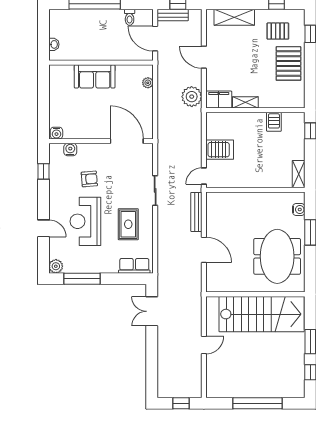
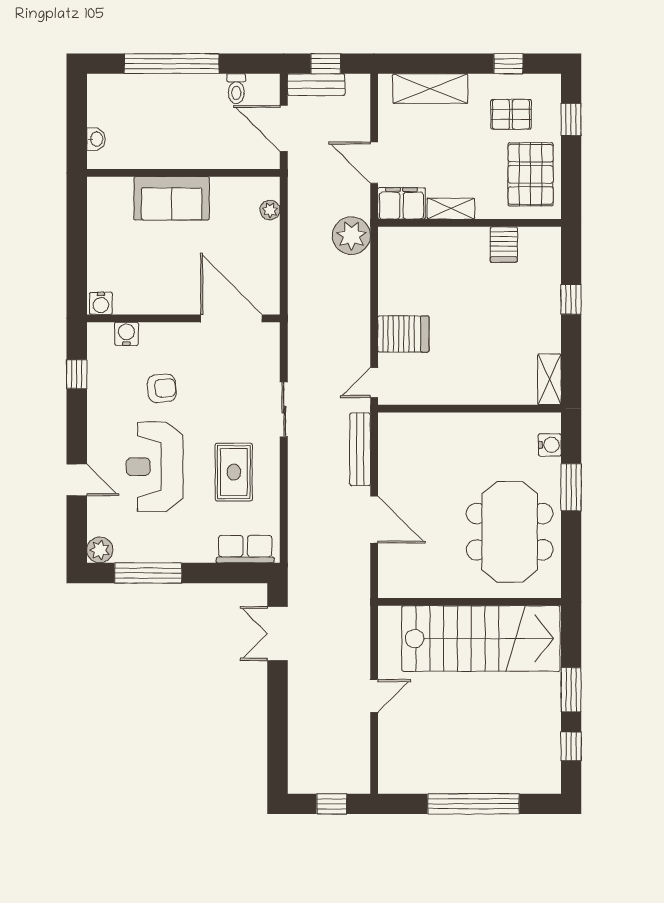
filing cabinet: (219, 99) -> (402, 203), moved
shelving: (245, 102) -> (451, 209), moved
wall: (255, 110) -> (469, 223), moved
server rack: (274, 122) -> (504, 245), moved

